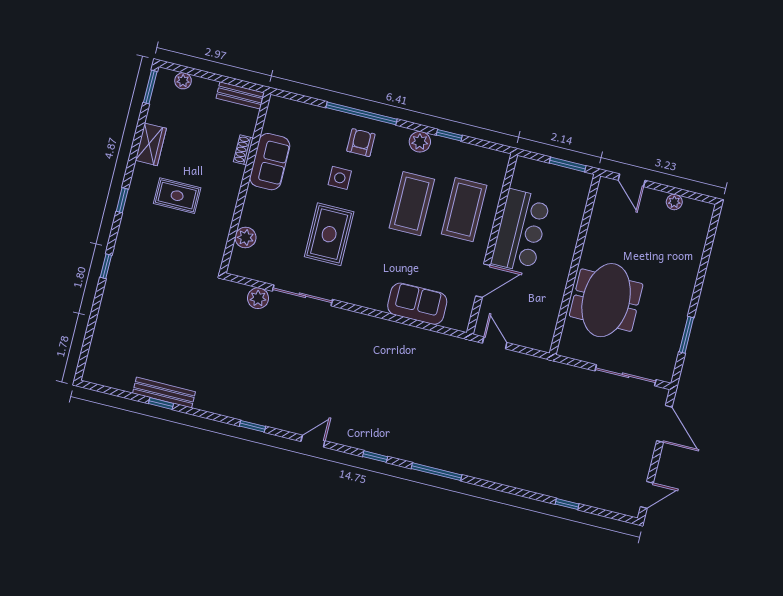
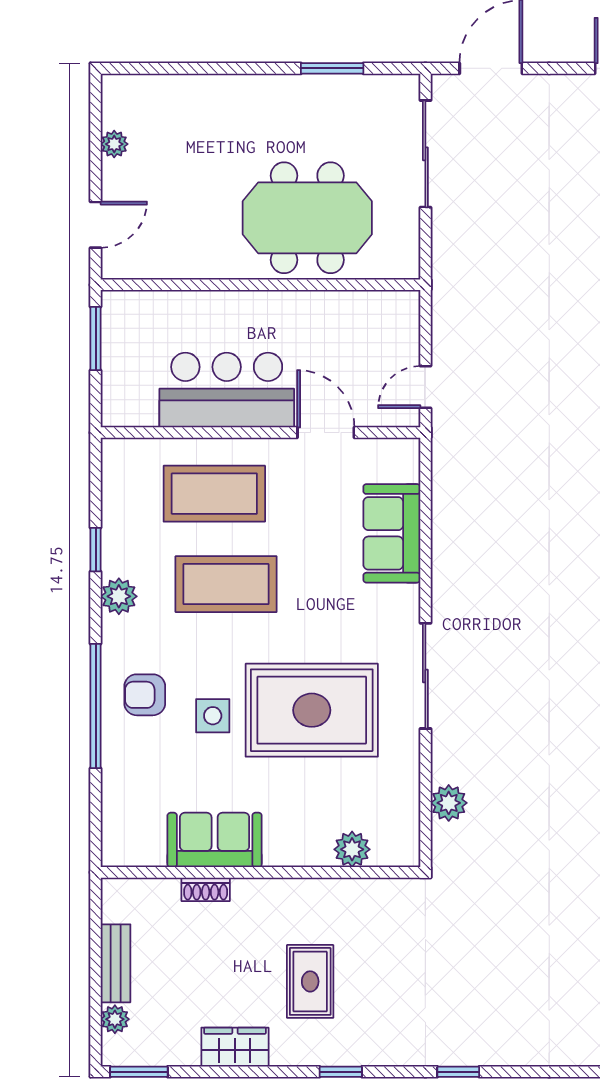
bench: (240, 95) -> (116, 963), moved
rug: (329, 234) -> (312, 710), width x1.37, depth x1.44
sliding door: (302, 295) -> (425, 676), moved

